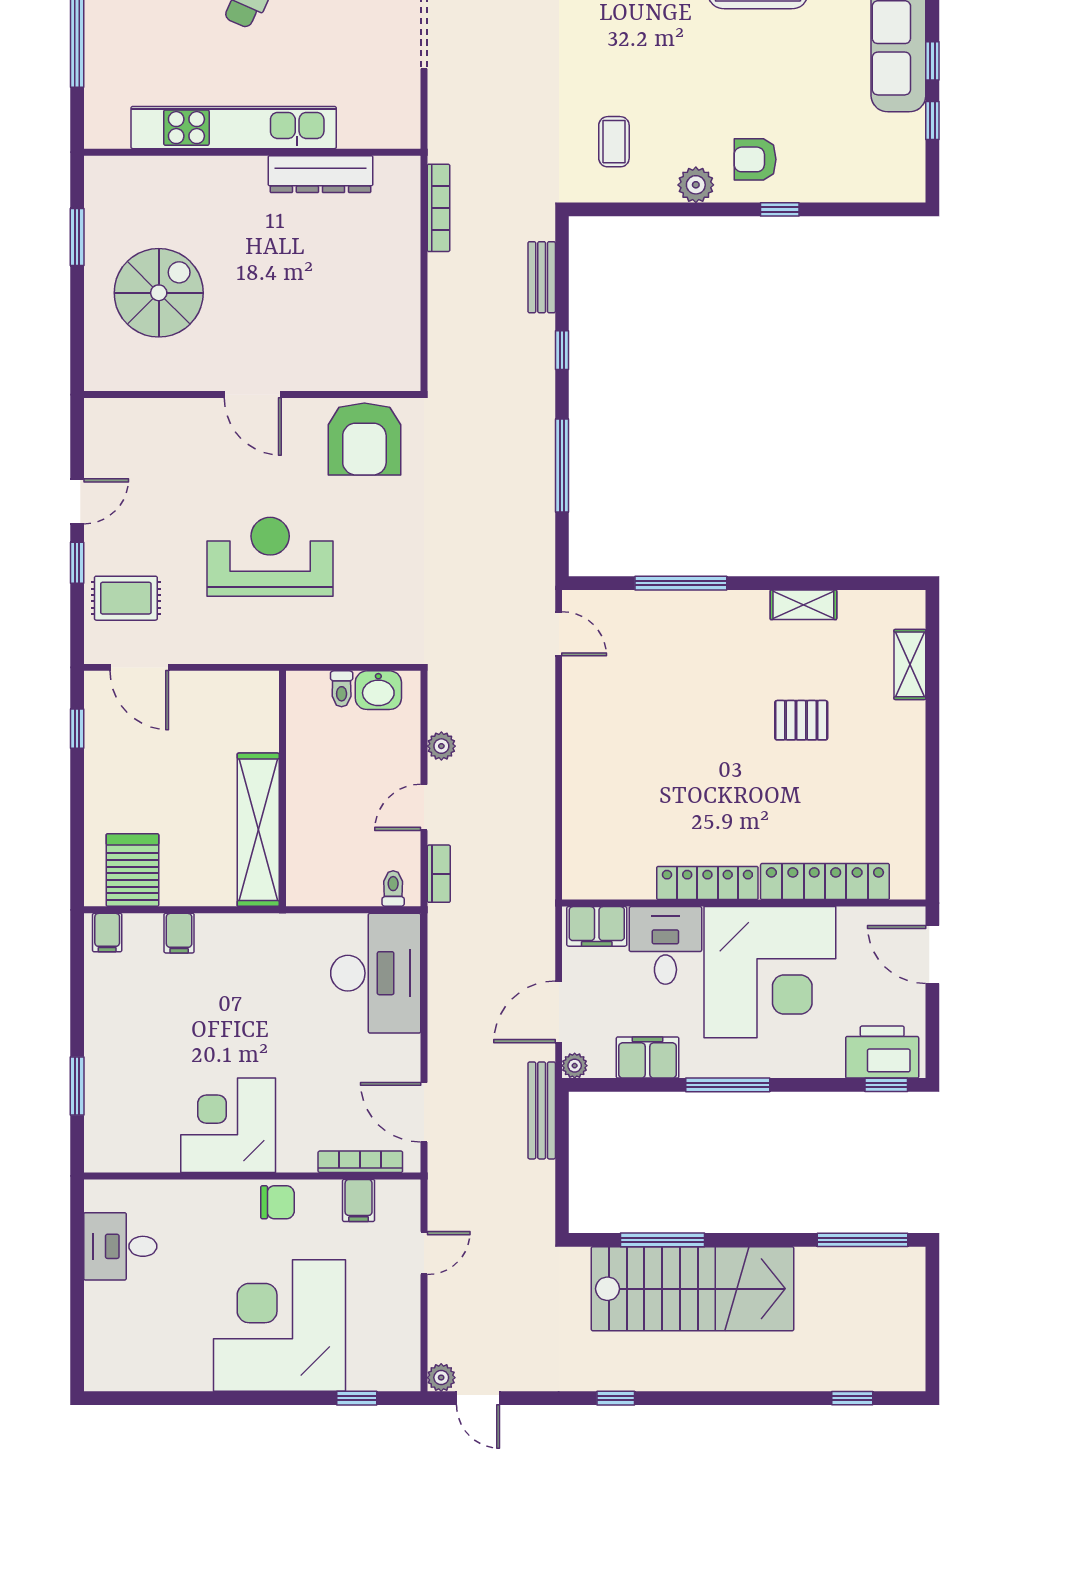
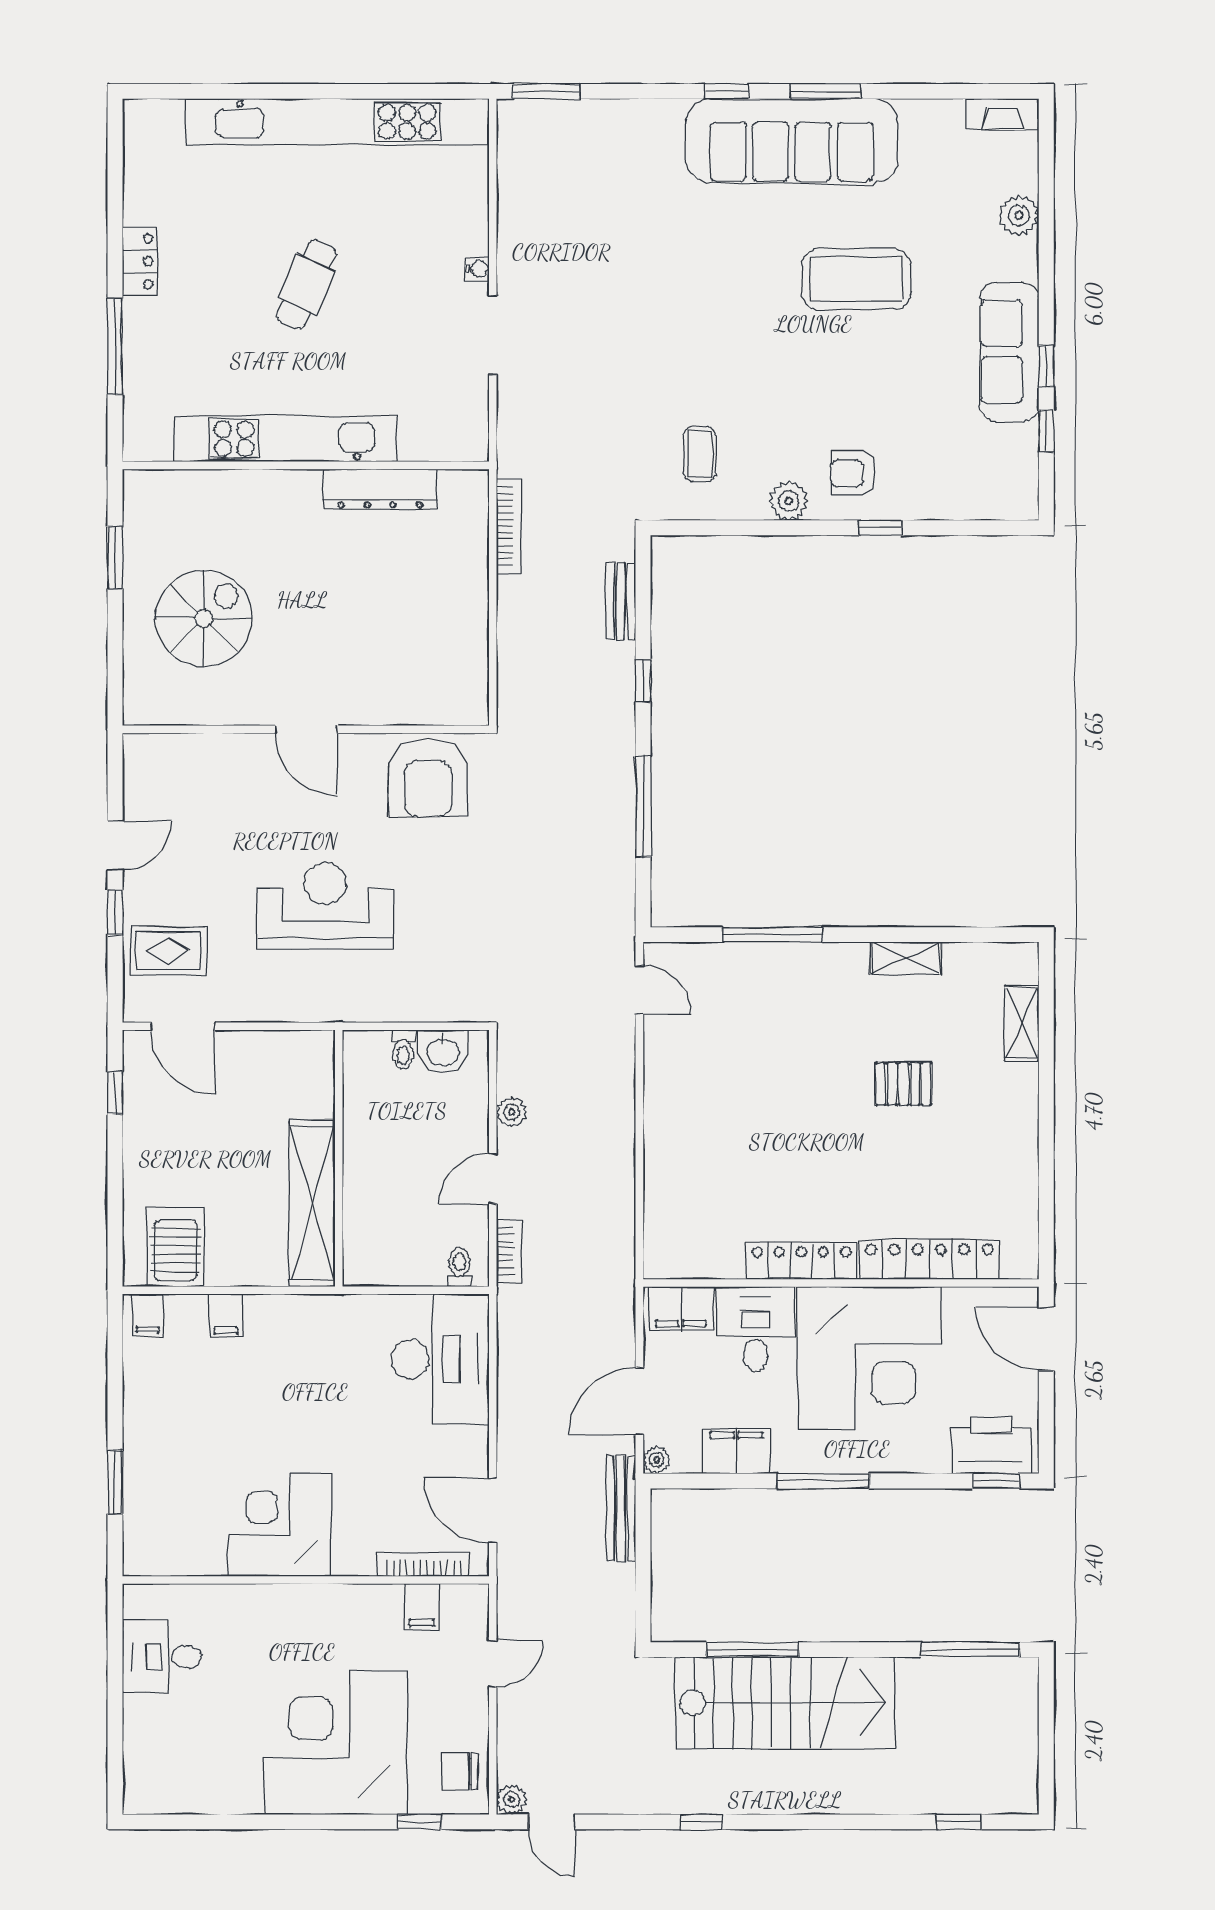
chair: (277, 1202) -> (459, 1771), moved, turned 180

